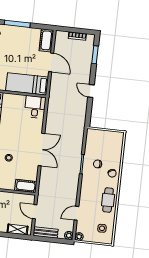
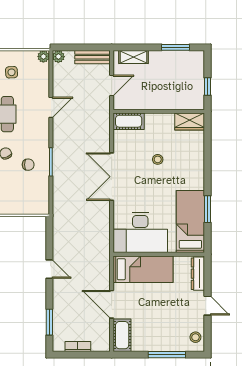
desk: (35, 107) -> (140, 232), width x1.87, depth x1.30
door: (35, 212) -> (112, 85), hinge flipped
door: (76, 213) -> (51, 107), moved

